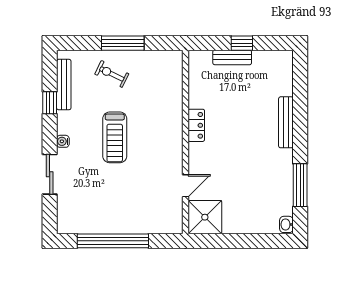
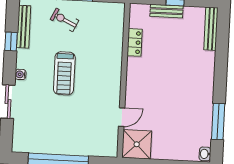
bench: (286, 122) -> (211, 29), moved
locker: (196, 125) -> (135, 42), moved

